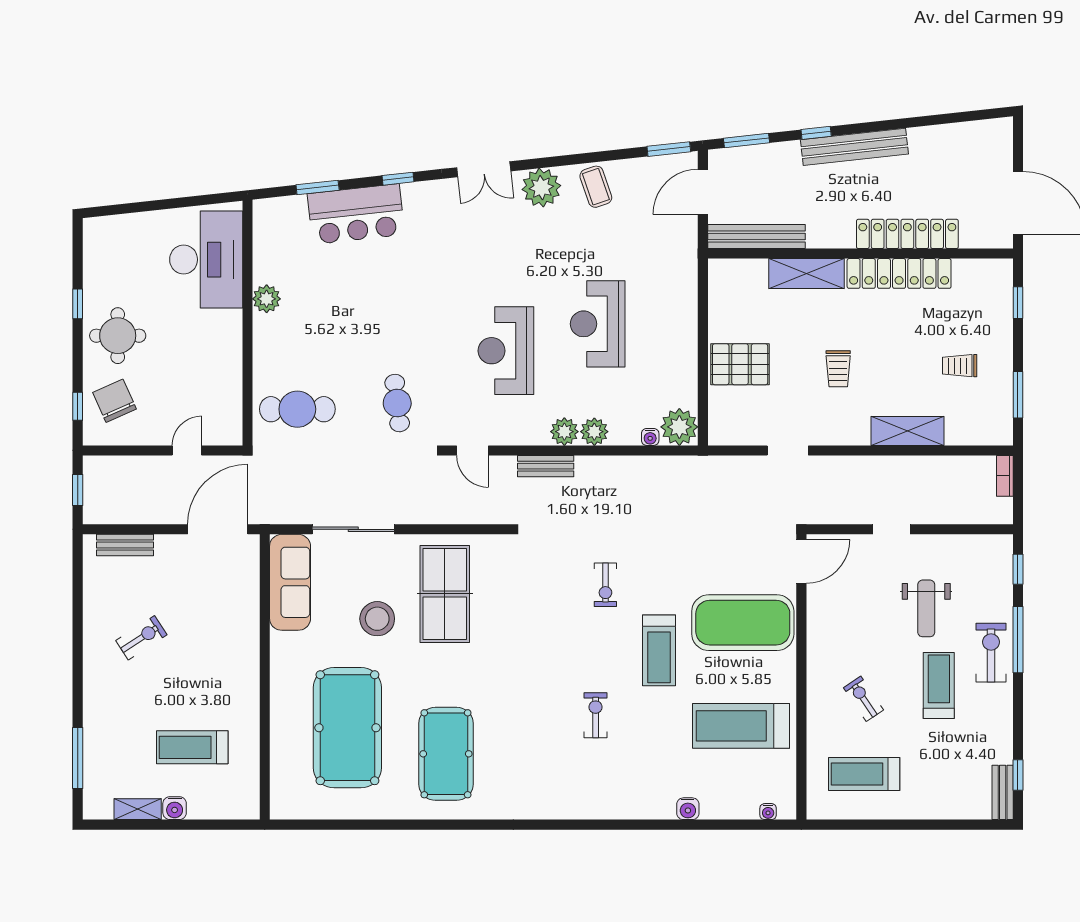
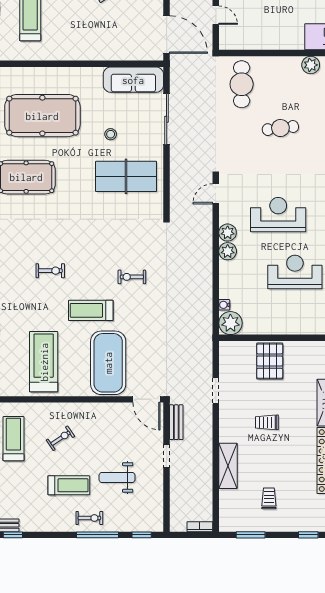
cafe table: (397, 403) -> (280, 128), moved
plant: (594, 432) -> (228, 233), moved
bench: (546, 466) -> (176, 422), moved
stool: (377, 619) -> (111, 134), width x0.53, depth x0.53
exercise bike: (991, 653) -> (89, 518), width x0.73, depth x0.72

